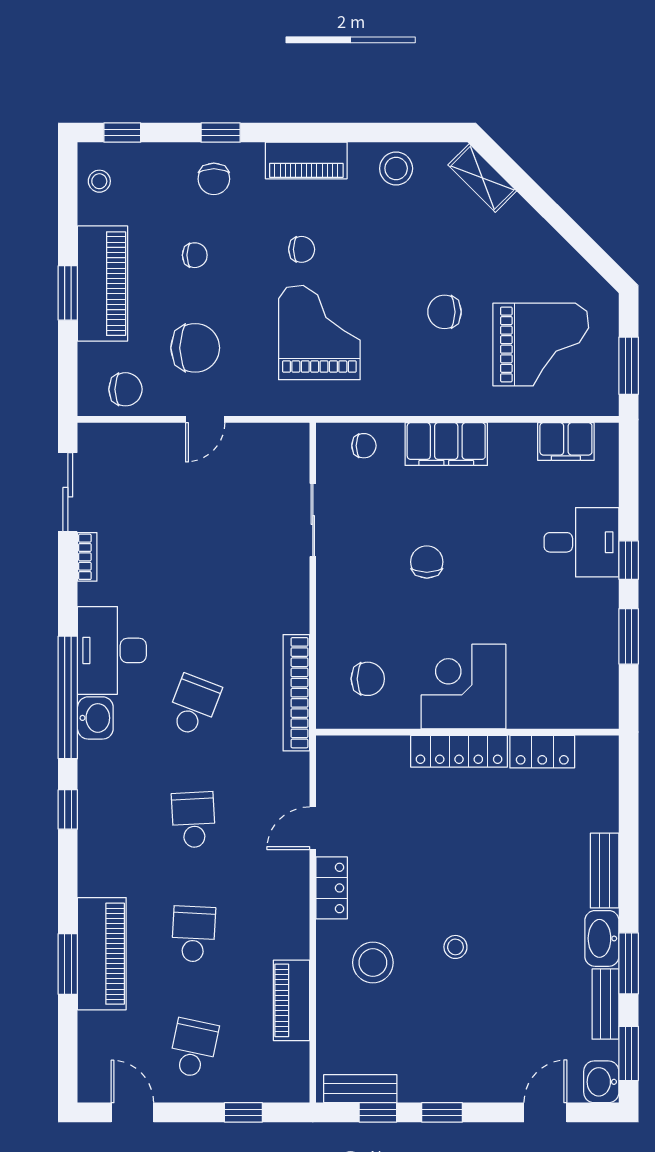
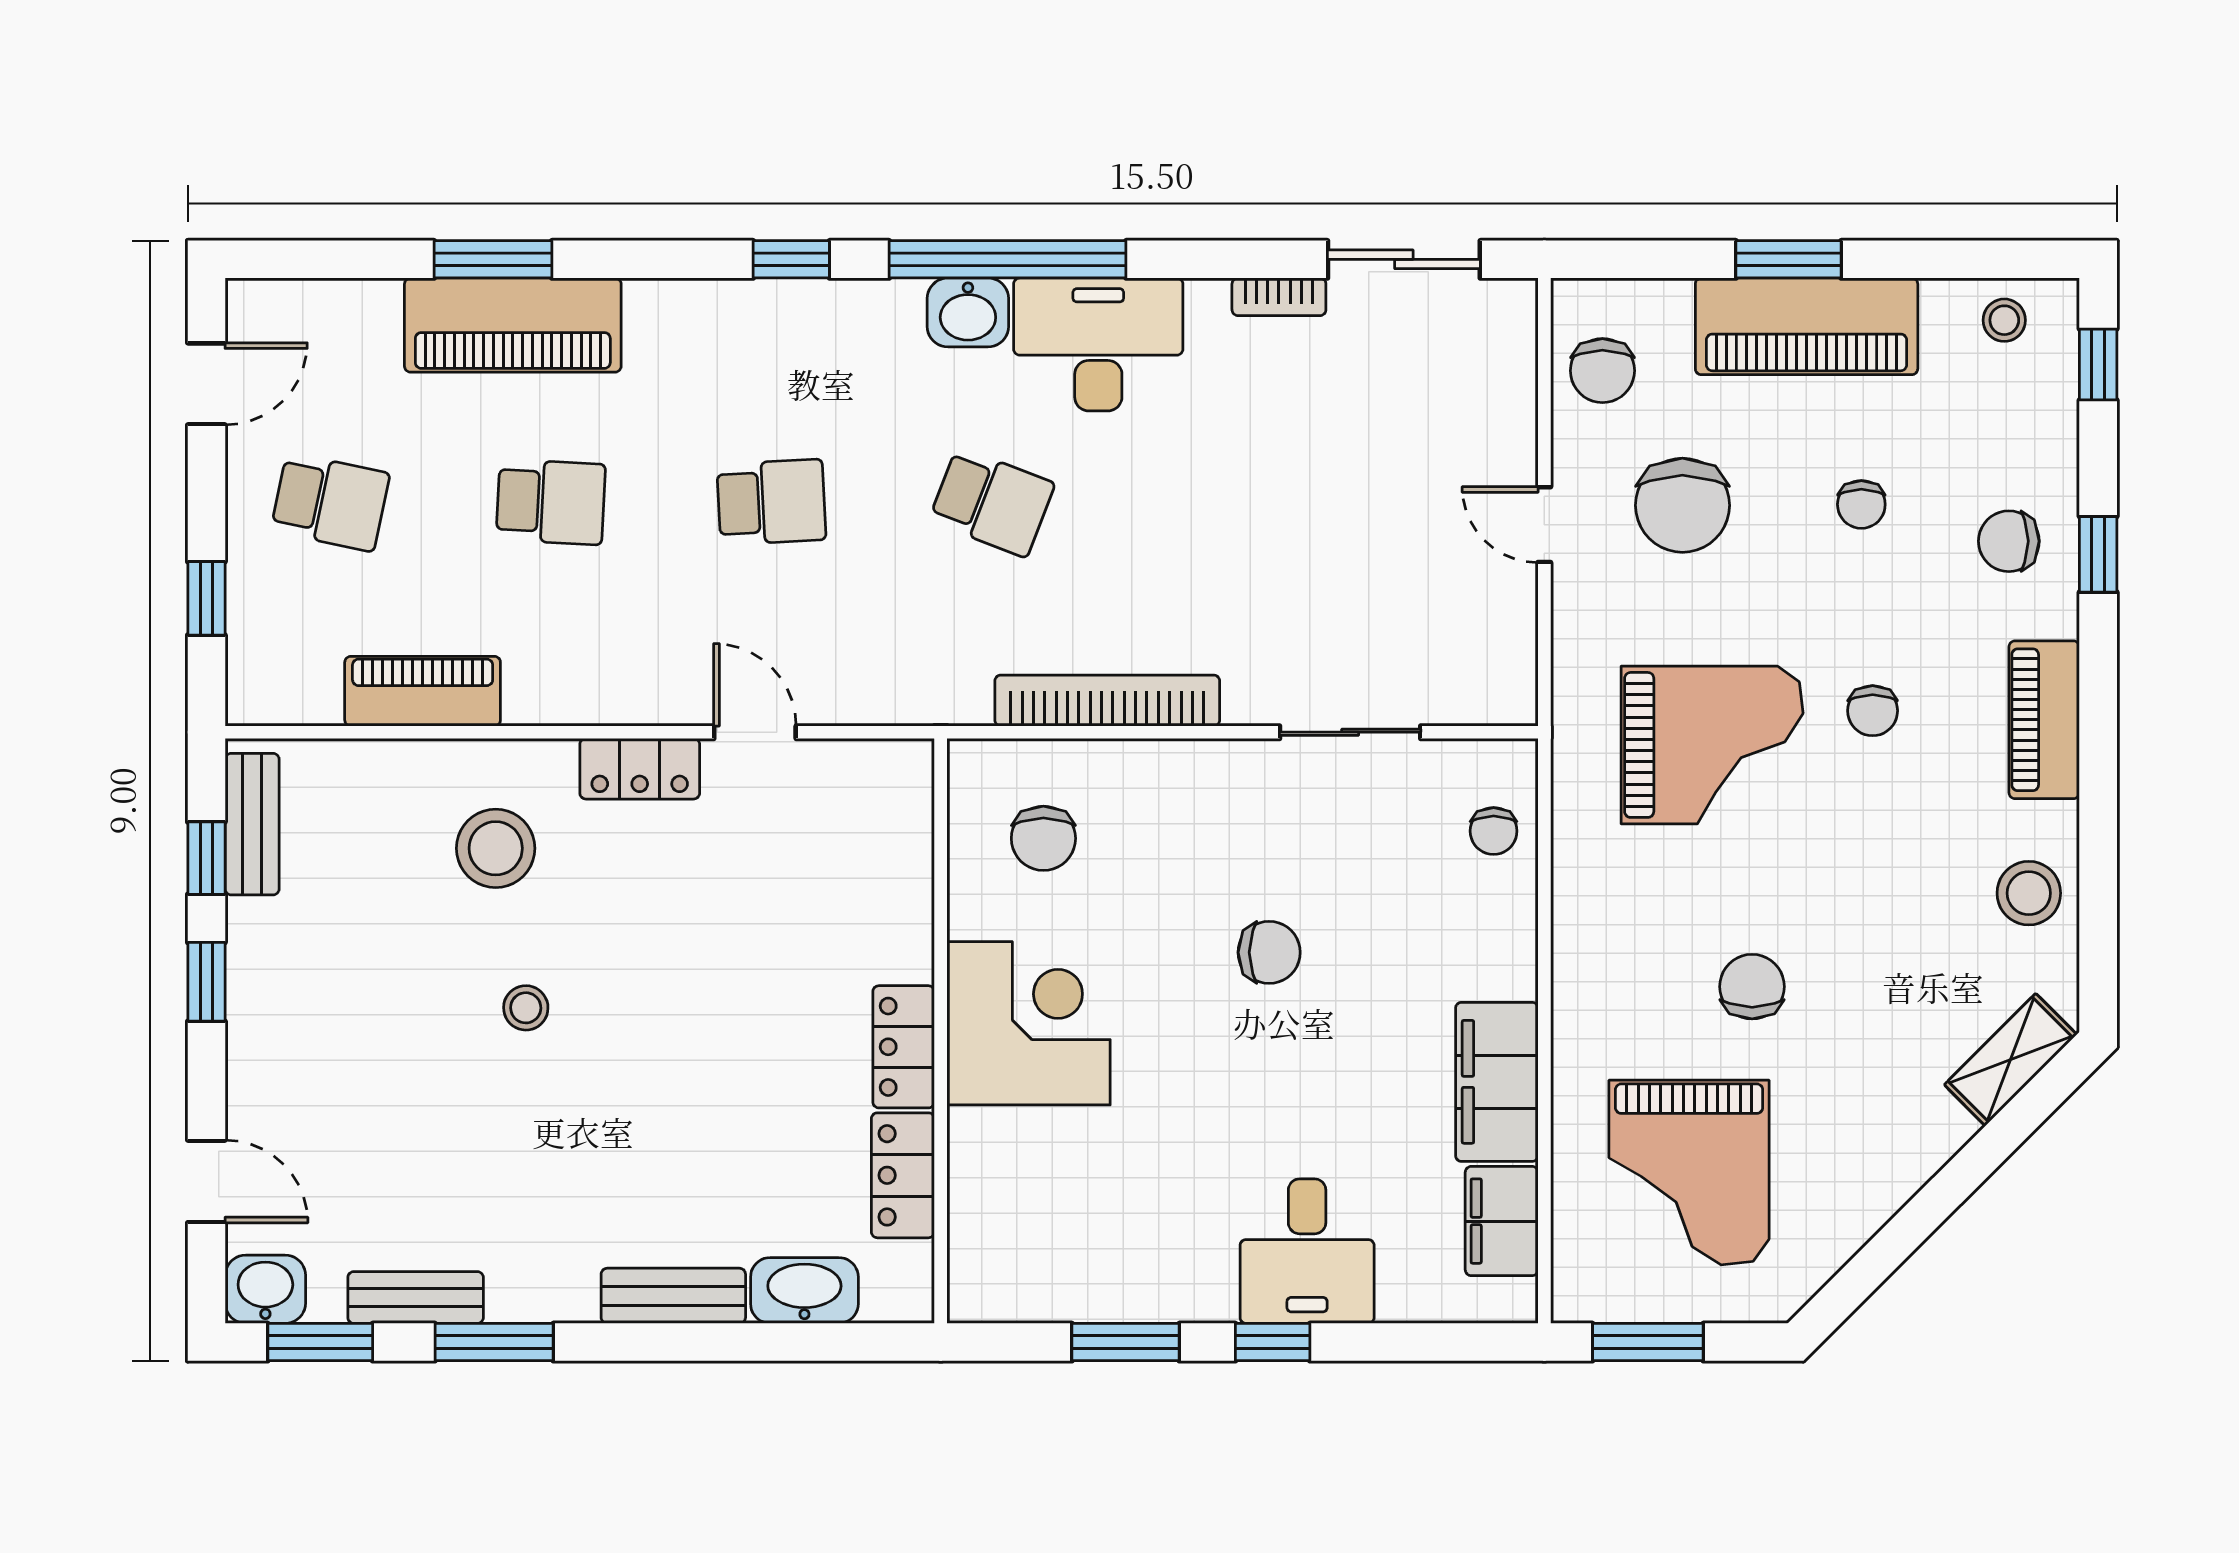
filing cabinet: (446, 444) -> (1497, 1082), moved
bookcase: (296, 693) -> (1107, 701), moved
locker: (459, 751) -> (904, 1047), width x0.66
washbasin: (602, 938) -> (804, 1290), moved

